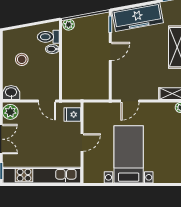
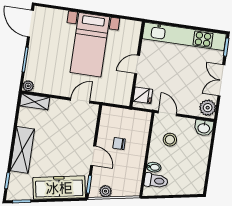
plant: (69, 25) -> (106, 191), moved
door: (110, 51) -> (93, 156), swing flipped
stool: (22, 59) -> (170, 140), moved
chair: (88, 66) -> (119, 144), added

